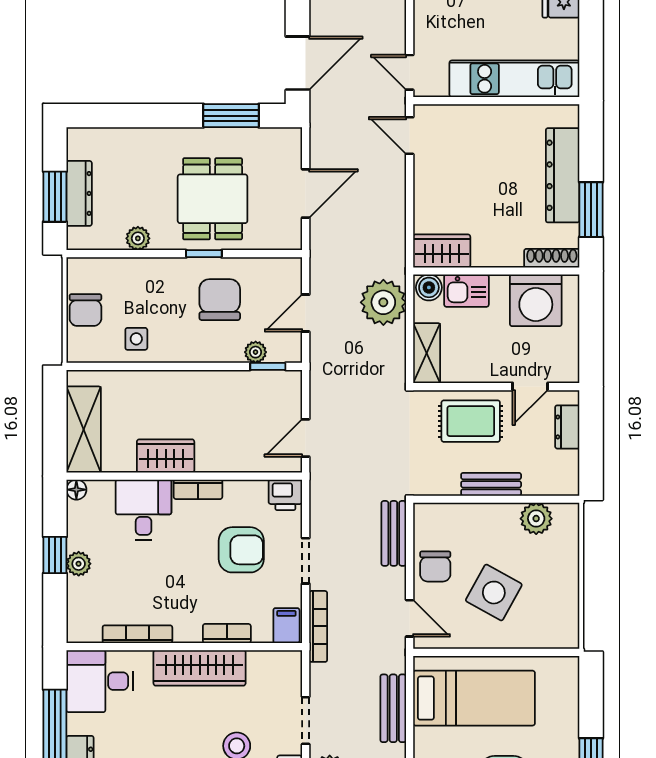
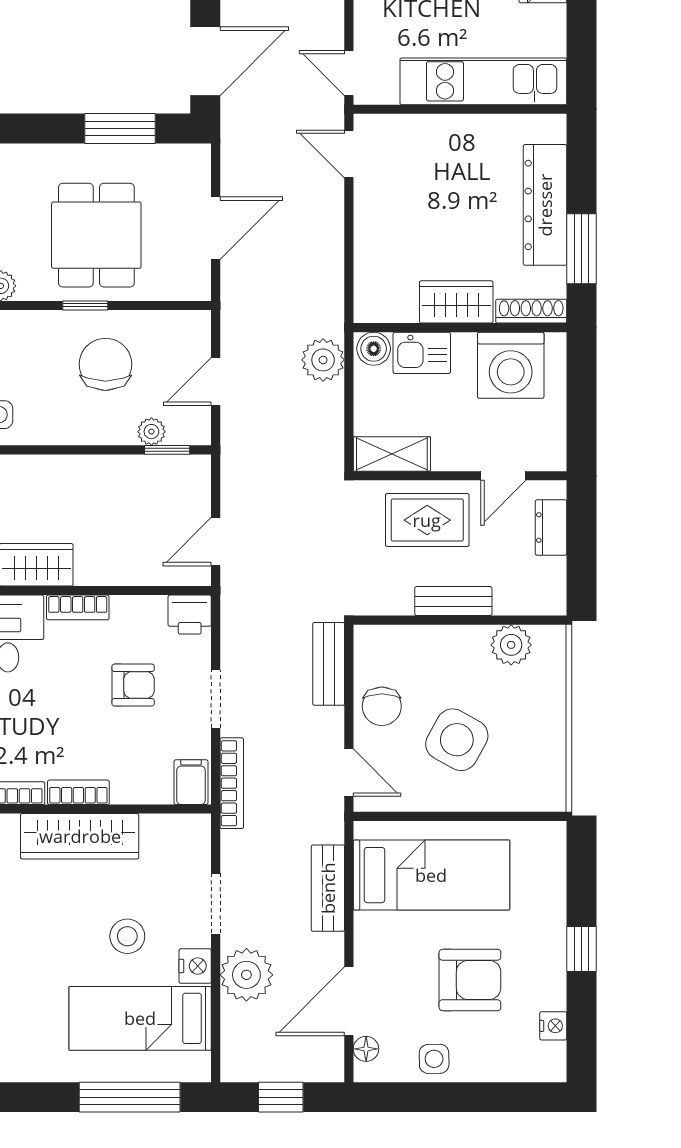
wardrobe: (442, 251) -> (456, 302), moved
plant: (383, 302) -> (323, 360), width x0.73, depth x0.73
shelving: (427, 353) -> (392, 454), moved, turned 90
armchair: (241, 550) -> (133, 685), width x0.72, depth x0.72
bookcase: (227, 634) -> (78, 792), moved

